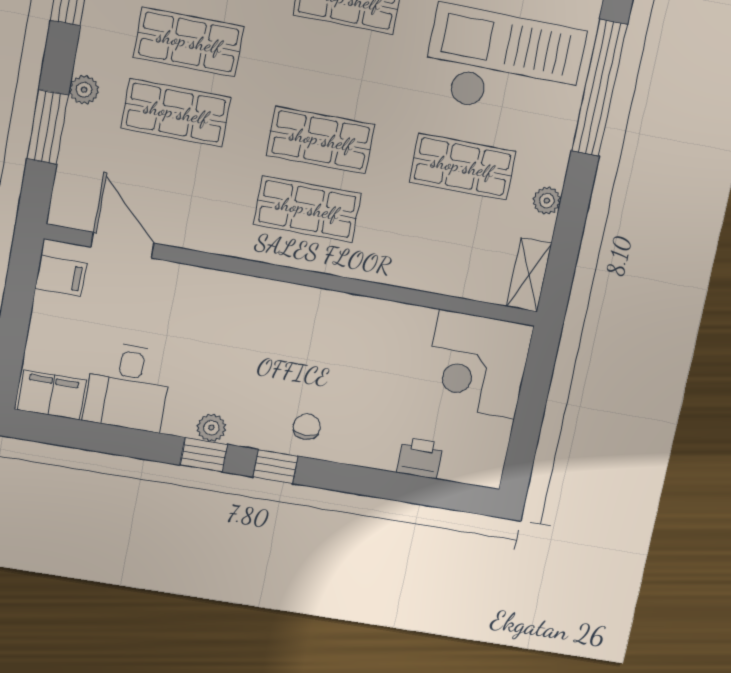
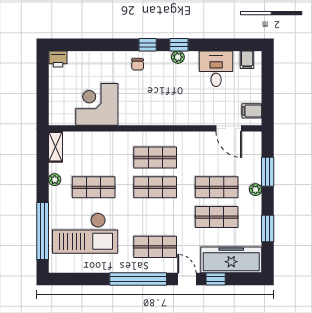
corner desk: (477, 364) -> (97, 104), moved, turned -90
filing cabinet: (52, 395) -> (247, 60), width x0.50
printer: (420, 458) -> (58, 59), moved

